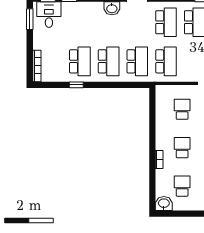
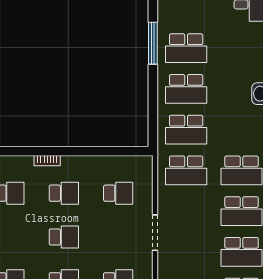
window: (76, 85) -> (153, 43), width x2.17

